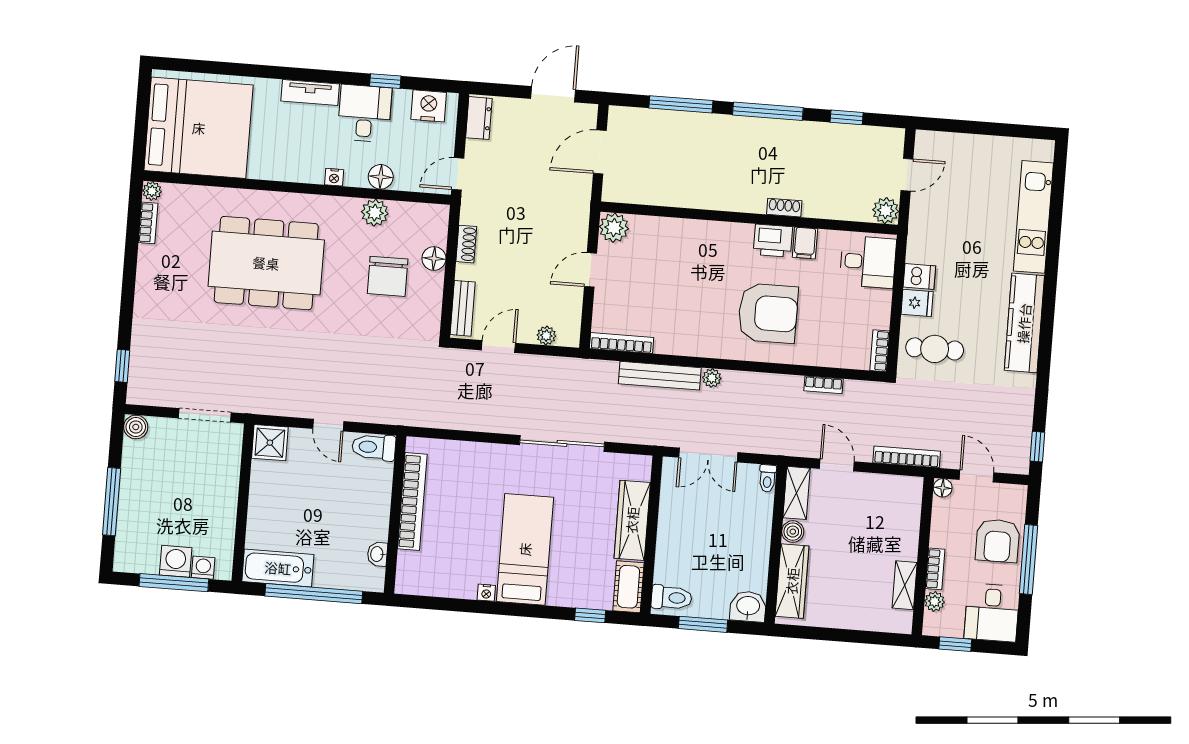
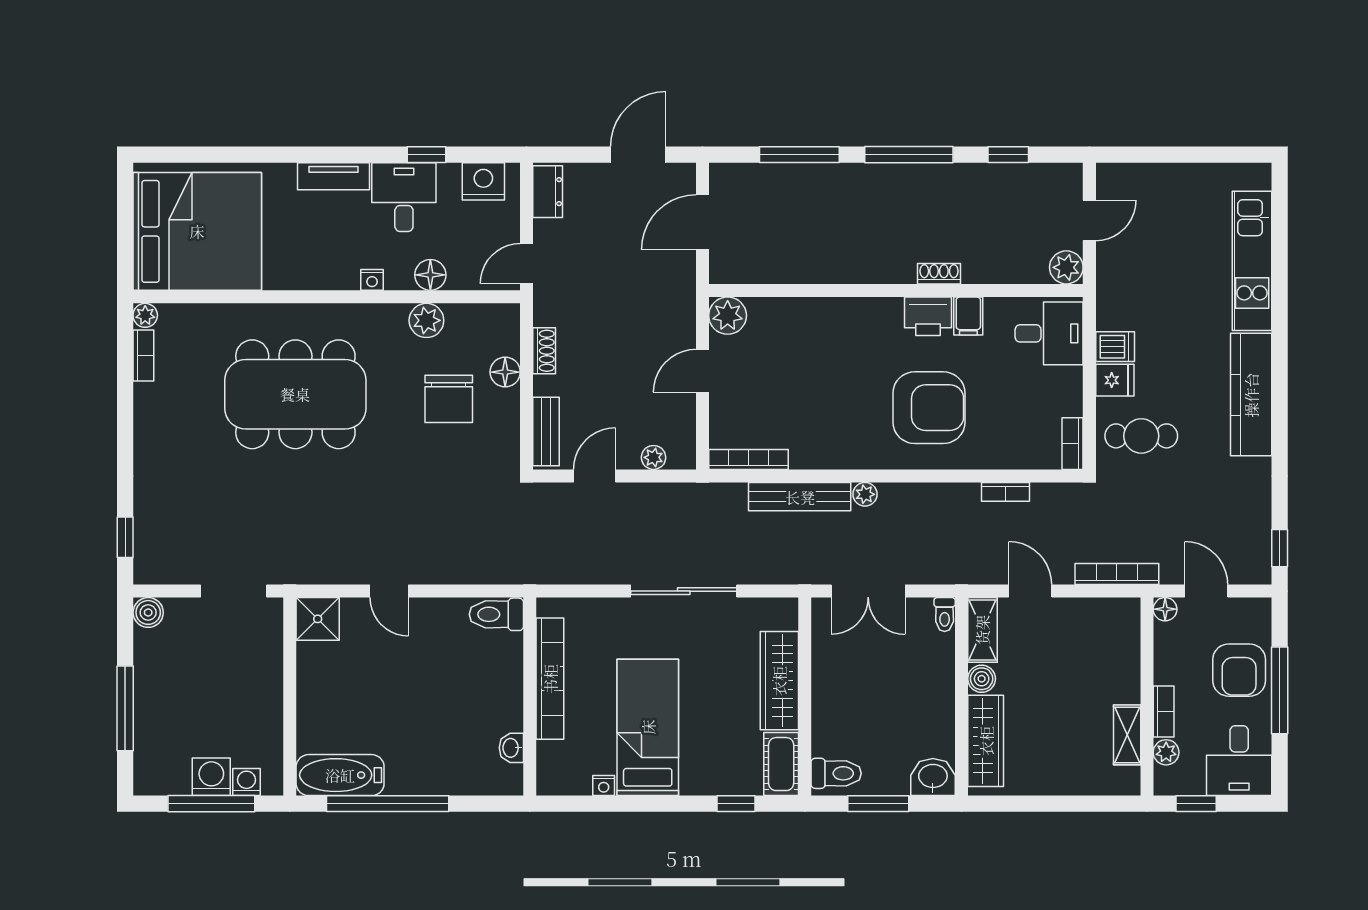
toilet: (374, 447) -> (496, 614), moved
bookcase: (412, 502) -> (550, 679), moved
wall: (395, 515) -> (530, 697), moved
washbasin: (377, 554) -> (511, 748), moved

